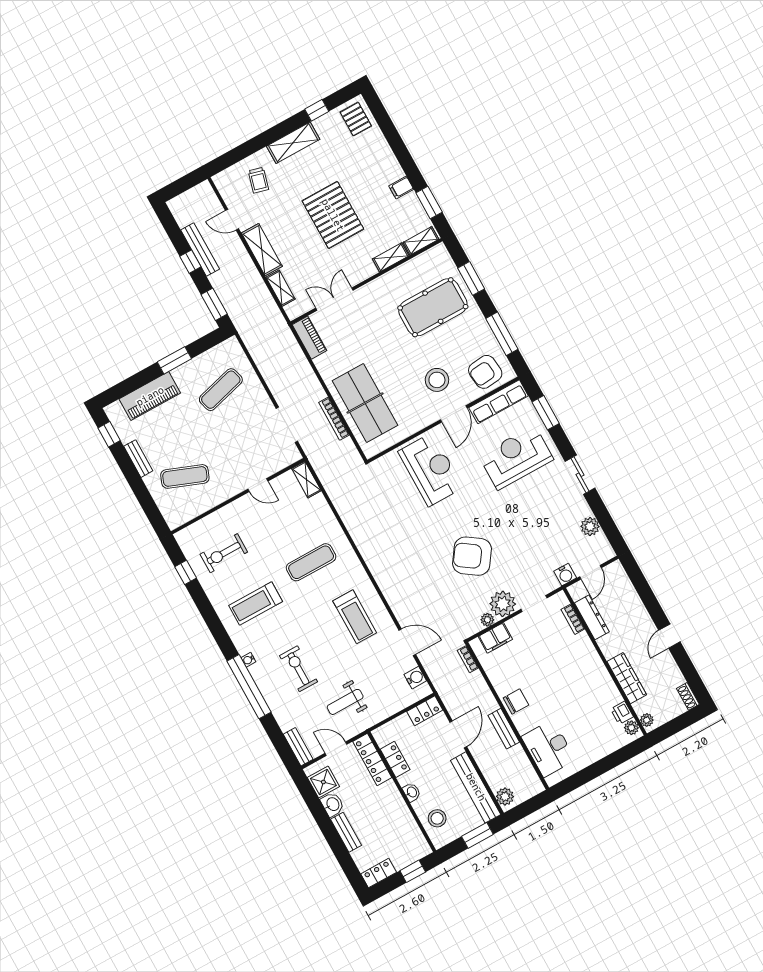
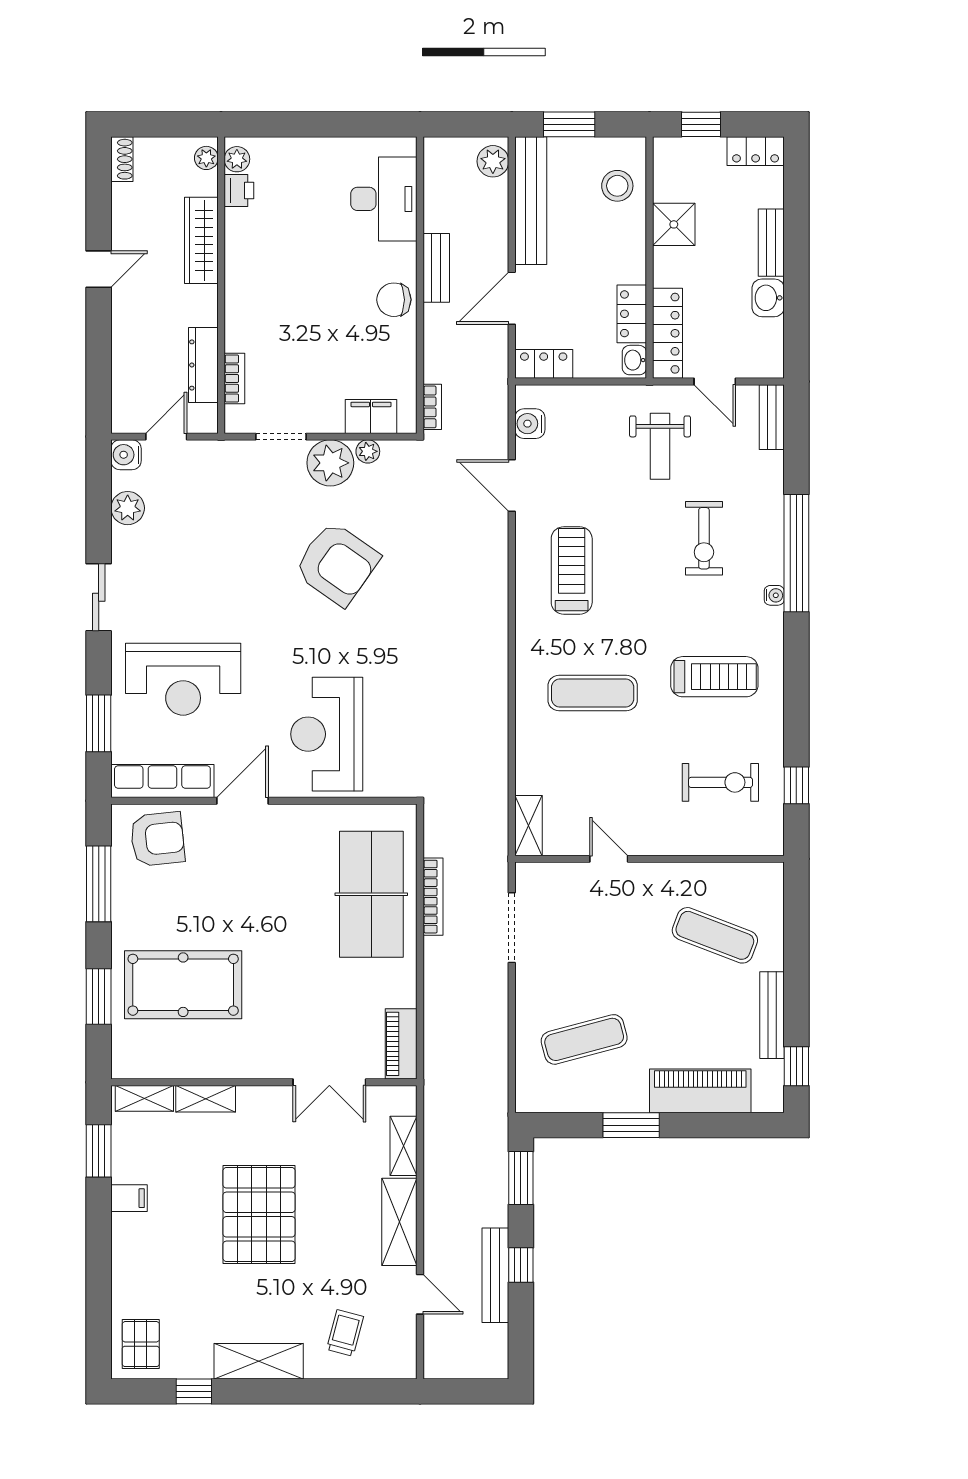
stool: (437, 380) -> (239, 868), removed
bench: (138, 459) -> (772, 1015), width x1.36
water cooler: (565, 575) -> (126, 455), moved, turned -90
weight bench: (345, 702) -> (660, 446), turned 90
shower: (323, 782) -> (674, 224), moved
washbasin: (412, 792) -> (634, 360), moved

